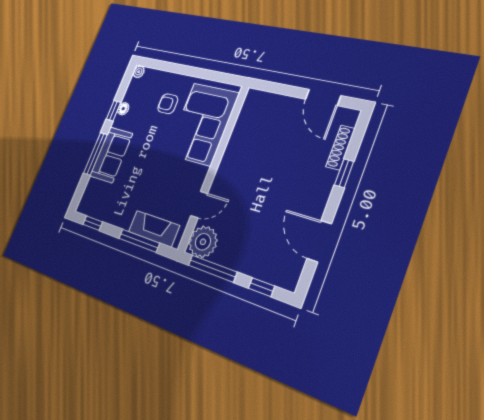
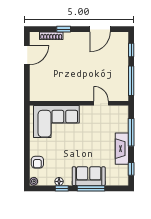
armchair: (168, 104) -> (37, 162), moved
fireplace: (154, 229) -> (122, 149), moved
plant: (203, 242) -> (120, 92), removed

